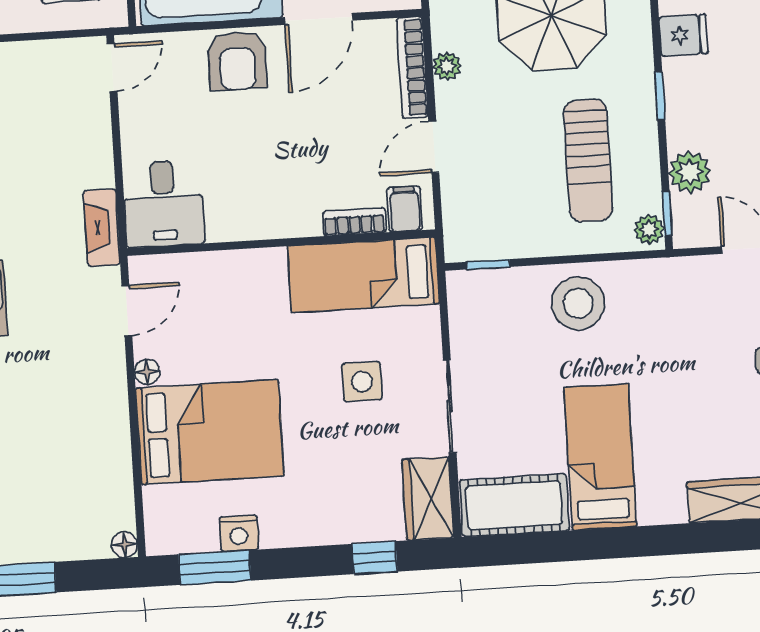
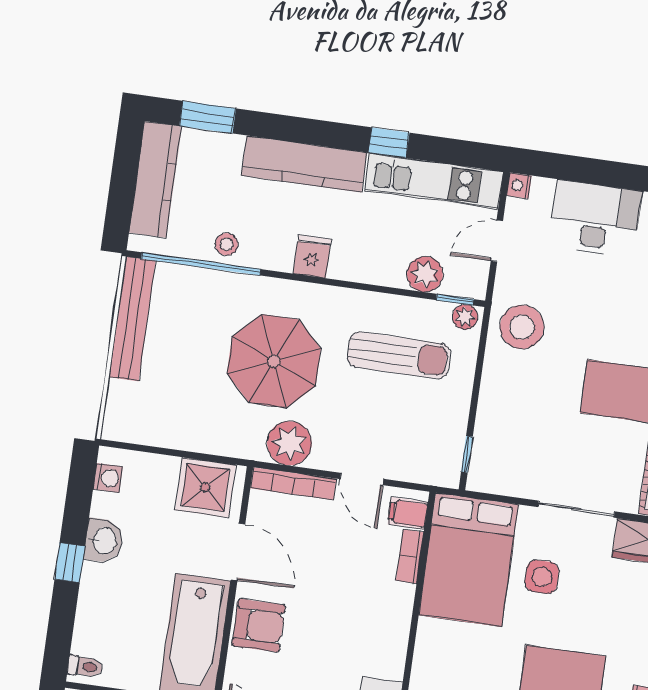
plant: (447, 66) -> (289, 443), width x1.87, depth x1.87
window: (660, 96) -> (358, 286), removed
bed: (363, 275) -> (469, 560), width x1.50
stool: (578, 303) -> (522, 327), moved

